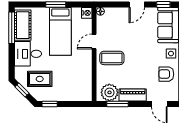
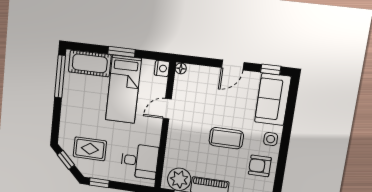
cot: (23, 25) -> (90, 63), moved, turned 90
desk: (28, 54) -> (140, 161), moved, turned 180
coffee table: (112, 58) -> (226, 138), moved

